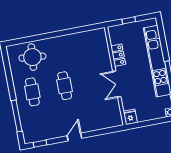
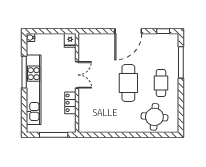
window: (129, 20) -> (54, 135), width x2.17
cafe table: (65, 86) -> (128, 83), width x1.37, depth x1.35
door: (74, 137) -> (128, 31), width x1.88

